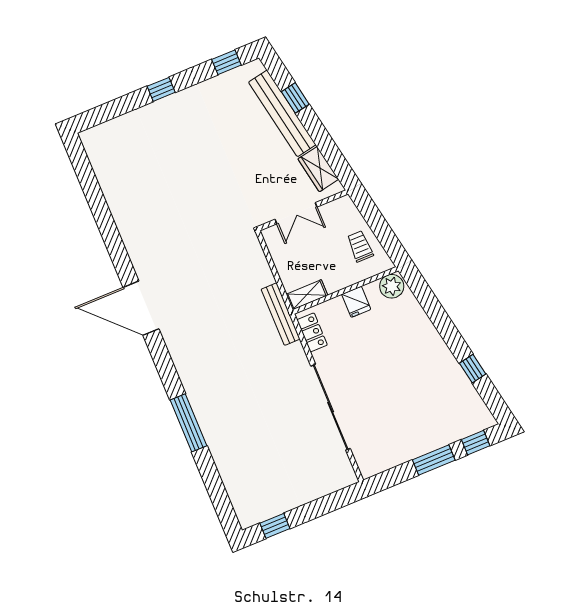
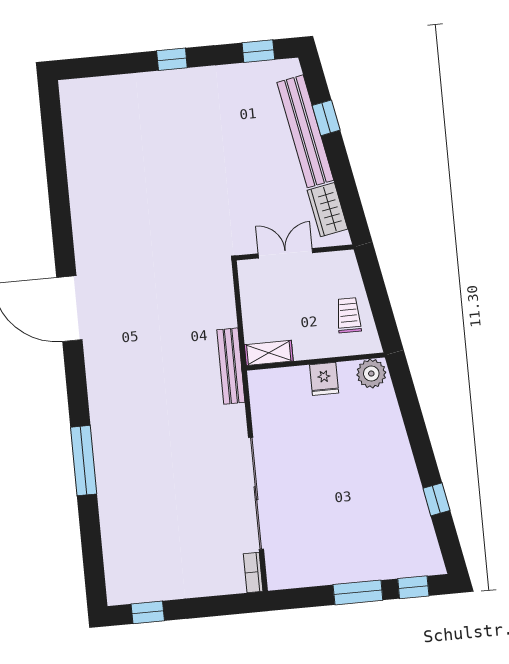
double door: (296, 213) -> (285, 253), swing flipped
locker: (312, 332) -> (261, 399), removed
bookcase: (347, 470) -> (253, 572), added

